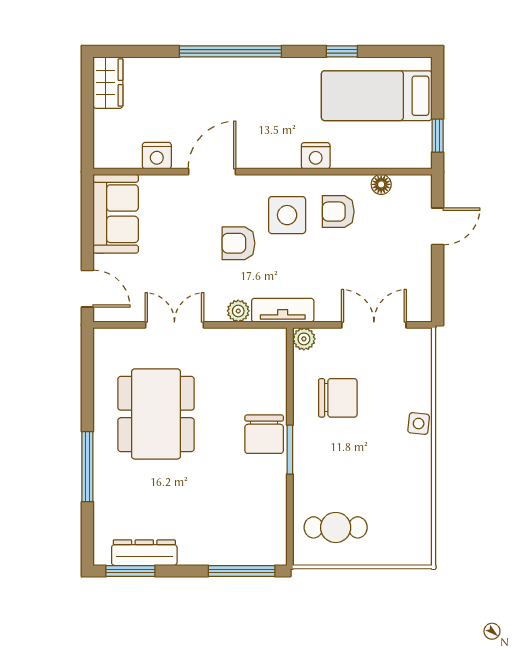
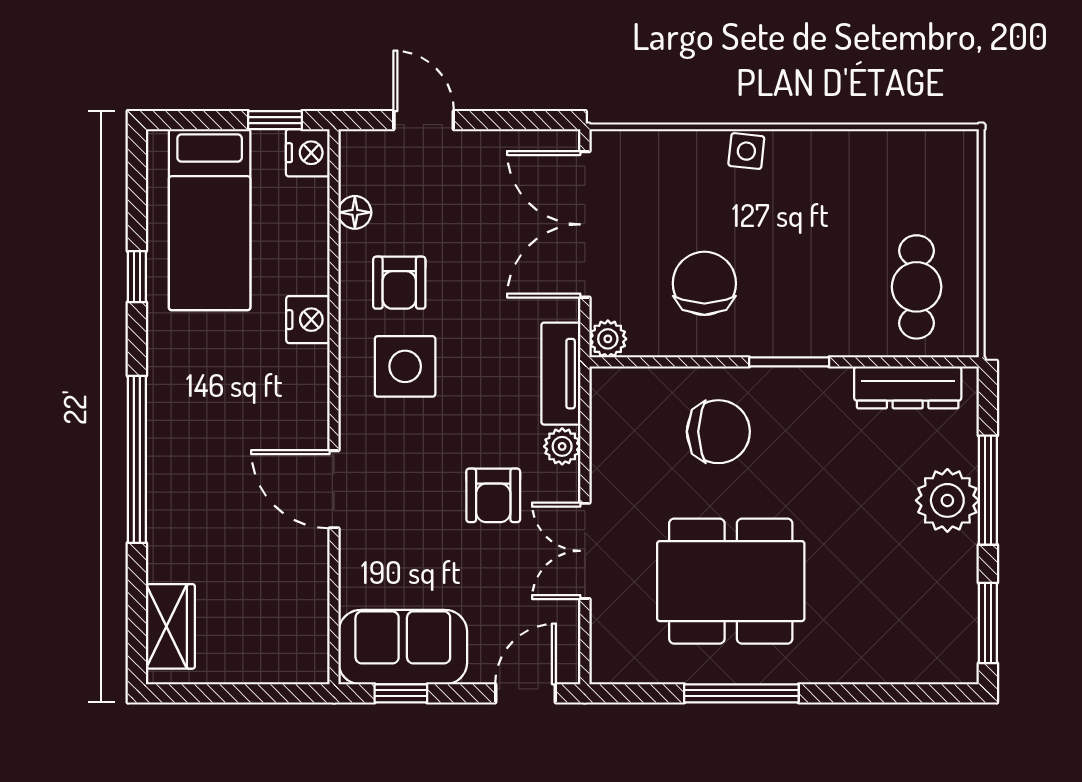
wardrobe: (108, 83) -> (170, 626), moved, turned 90
nightstand: (157, 156) -> (308, 153), moved
window: (87, 213) -> (401, 693), added
armchair: (238, 243) -> (493, 495), moved
double door: (374, 325) -> (585, 224), width x1.37
chair: (264, 434) -> (718, 432), moved
window: (87, 467) -> (741, 693), moved
plant: (205, 546) -> (947, 500), added
dresser: (144, 553) -> (908, 387), moved, turned -90
window: (242, 571) -> (988, 490), moved

